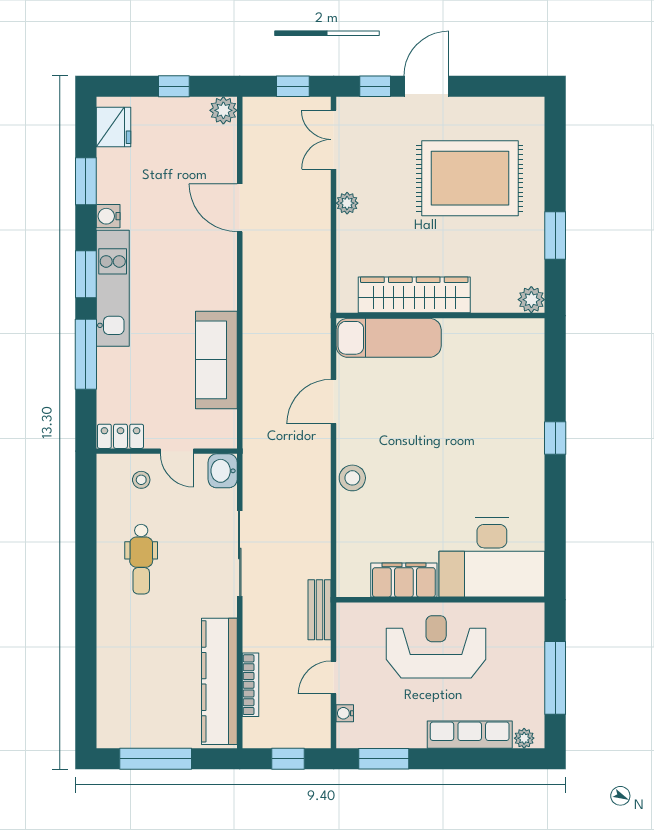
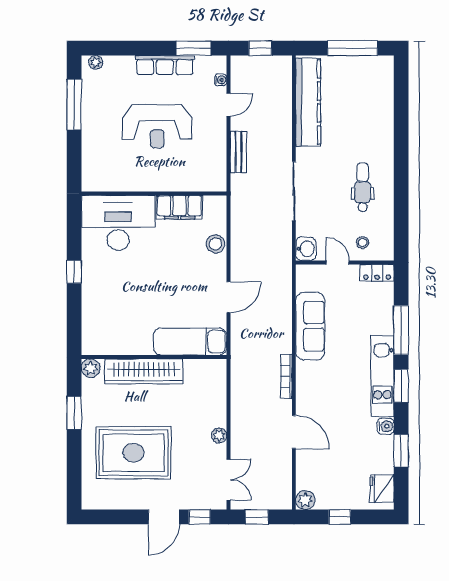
wardrobe: (414, 295) -> (144, 371), moved
desk: (492, 558) -> (118, 223), moved
filing cabinet: (404, 580) -> (179, 207), moved
wall: (440, 600) -> (154, 194), moved
bookcase: (250, 685) -> (286, 376), moved
row of seats: (470, 735) -> (165, 65), moved

